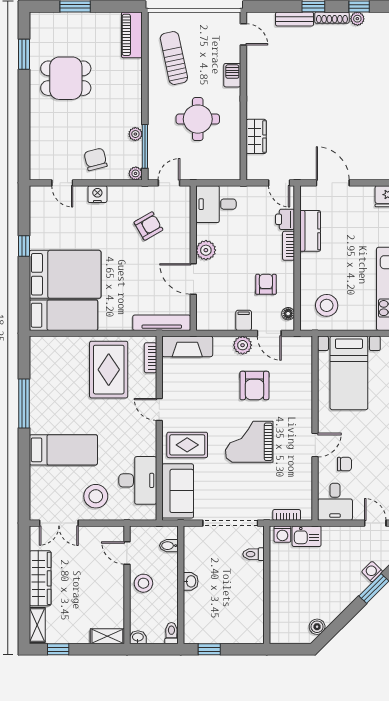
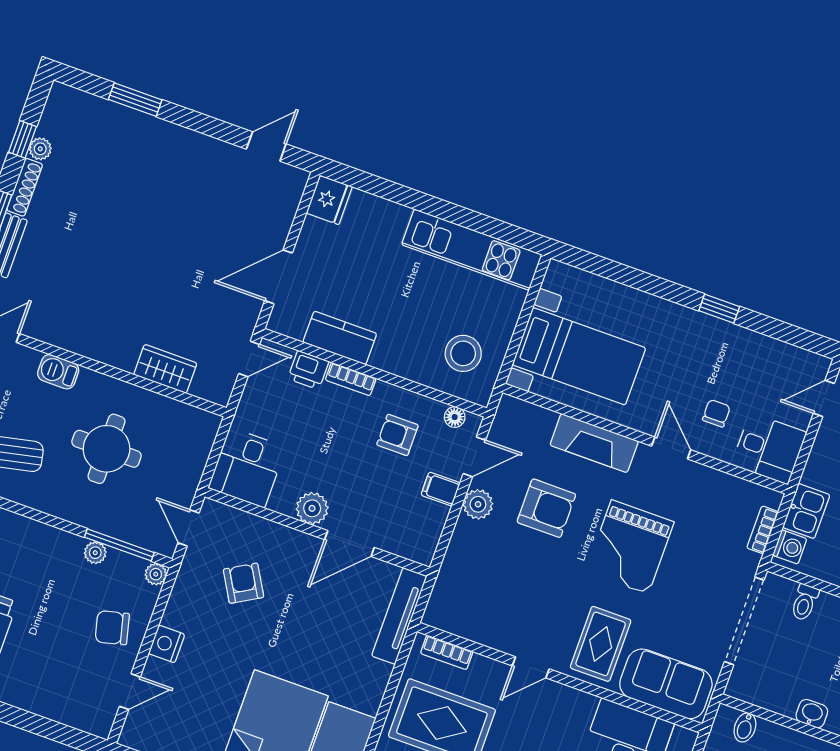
fireplace: (187, 346) -> (594, 443), moved, turned 90

